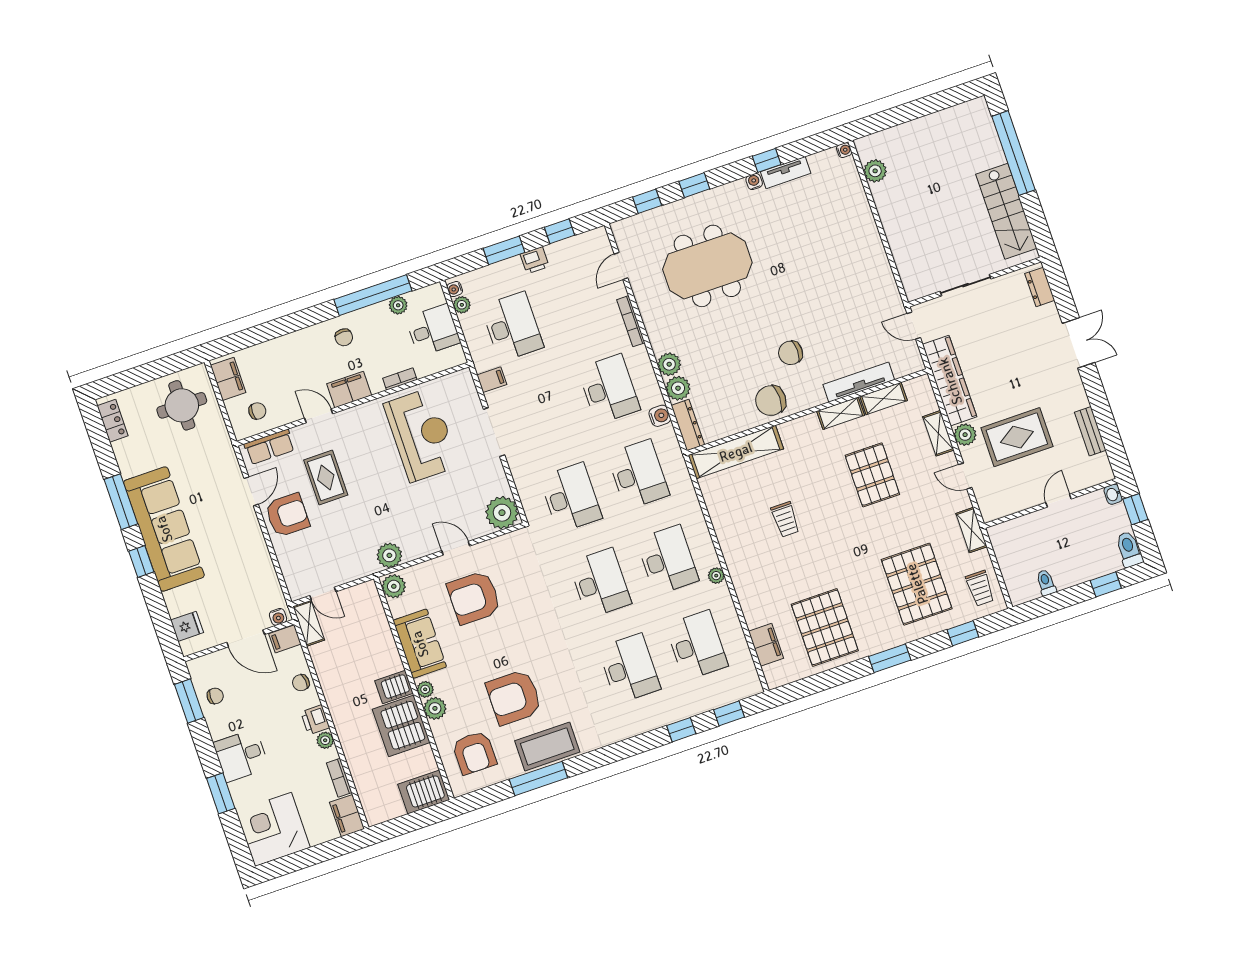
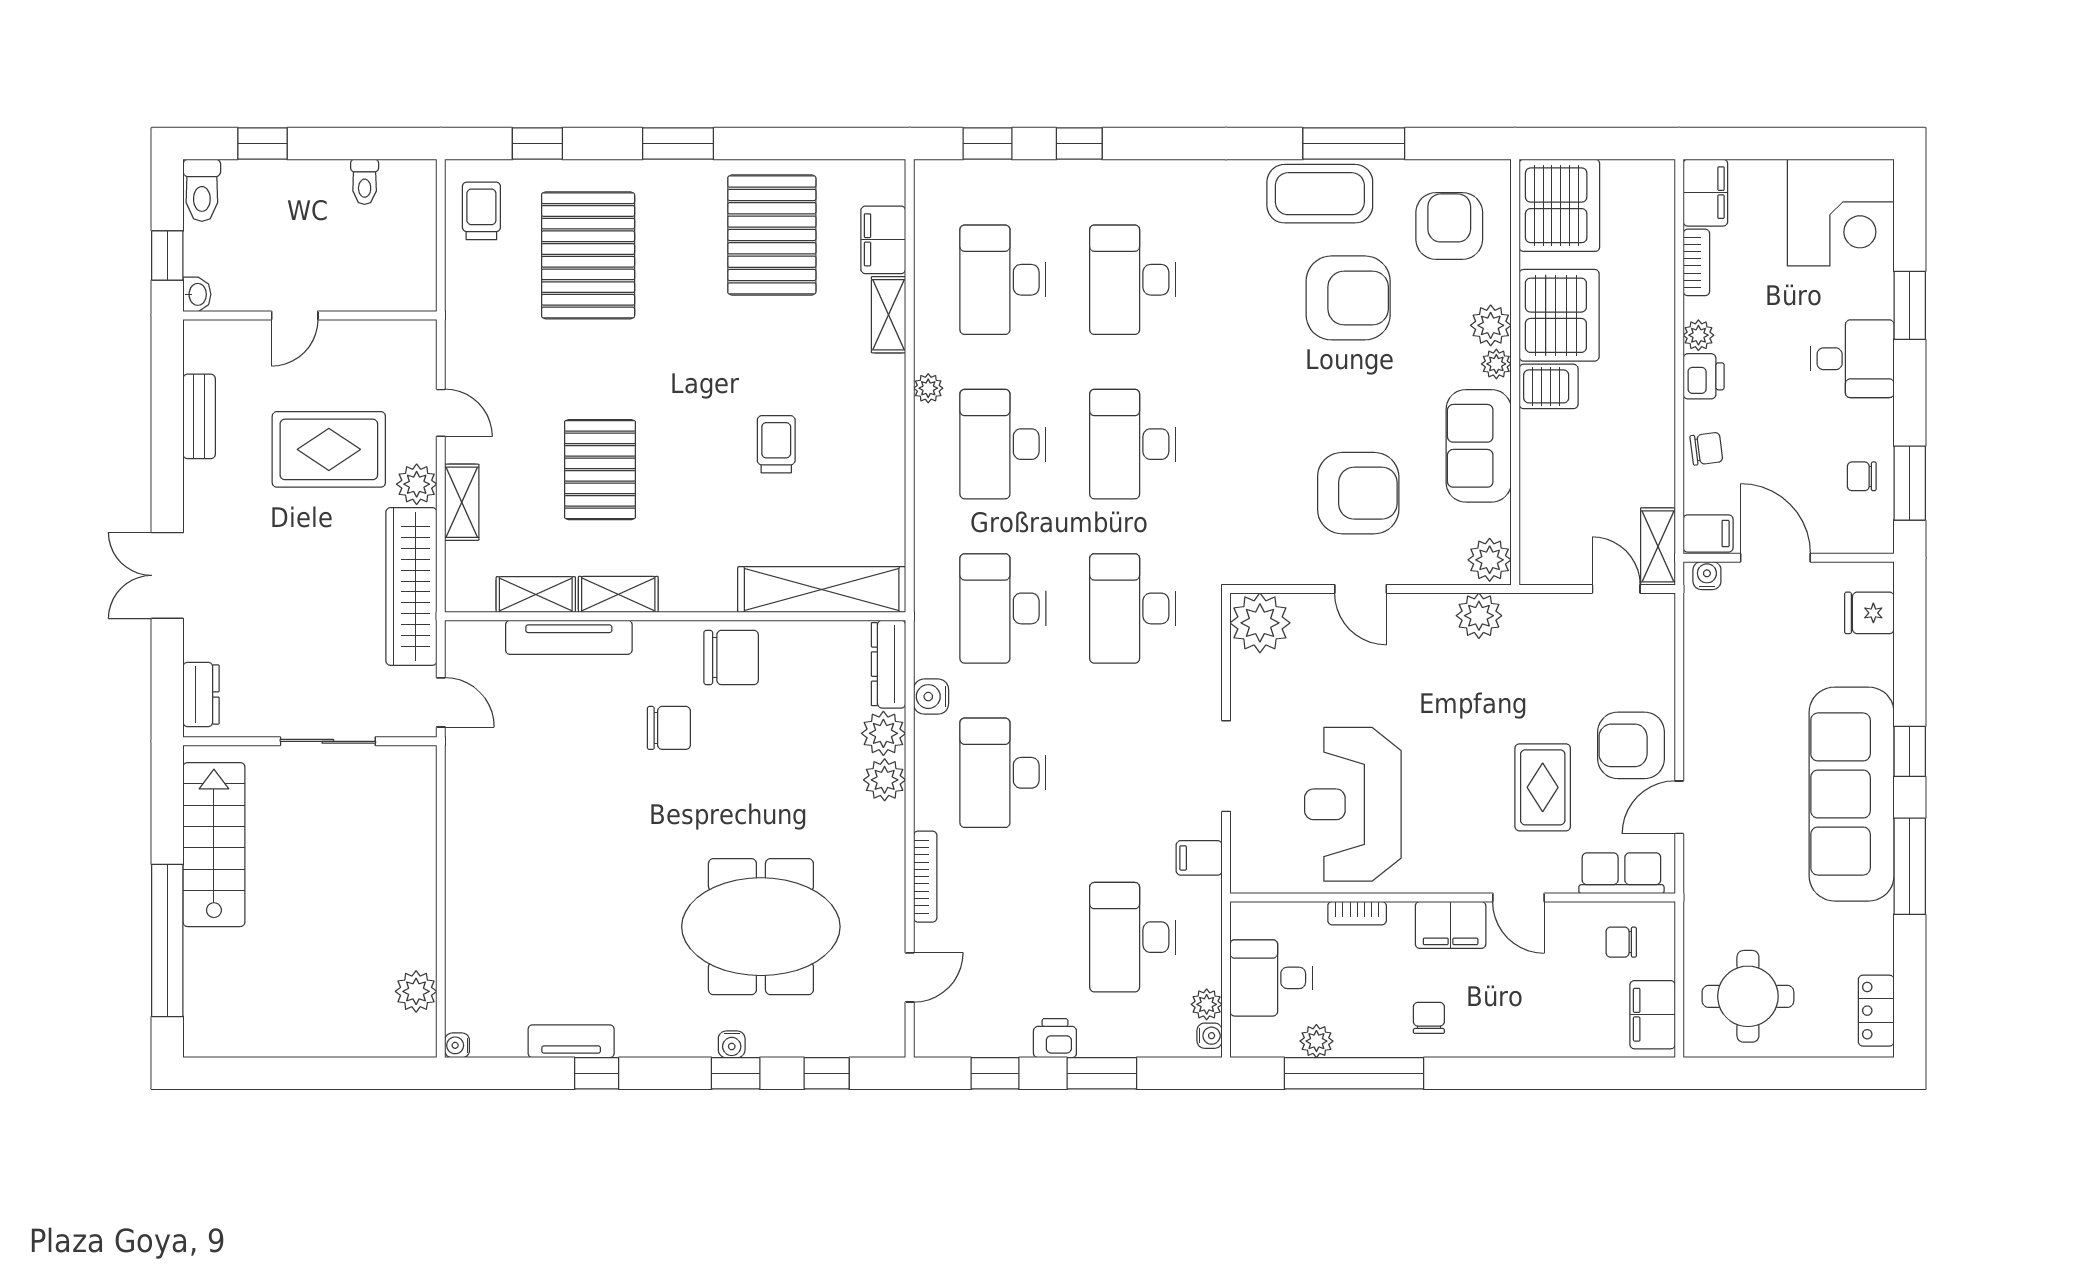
water cooler: (754, 182) -> (732, 1044), moved
shelving: (971, 530) -> (889, 315), moved
server rack: (424, 792) -> (1559, 205), width x1.60

